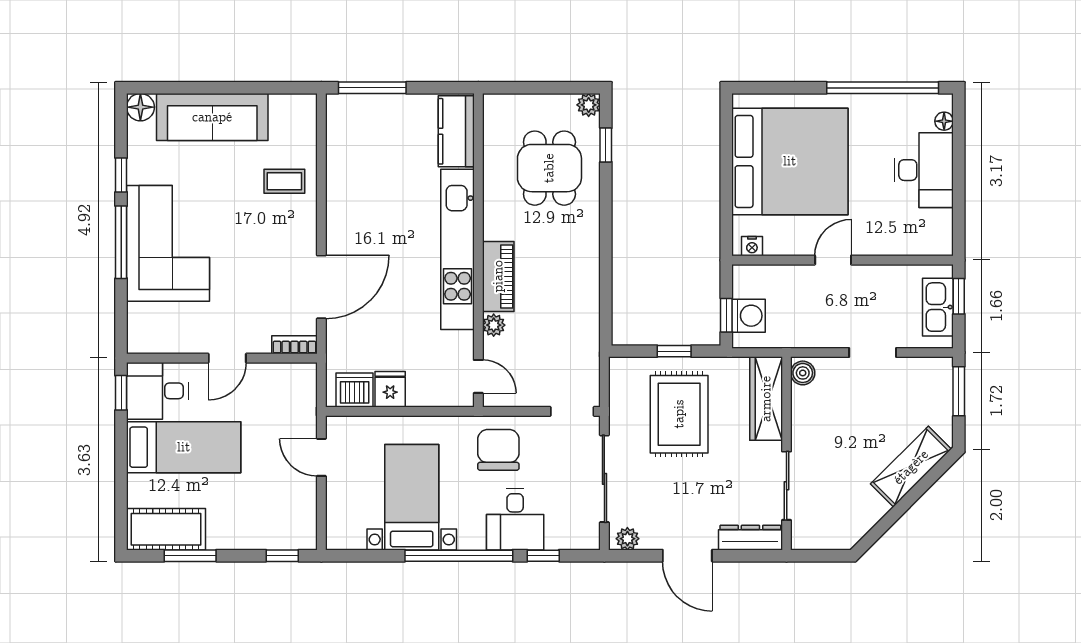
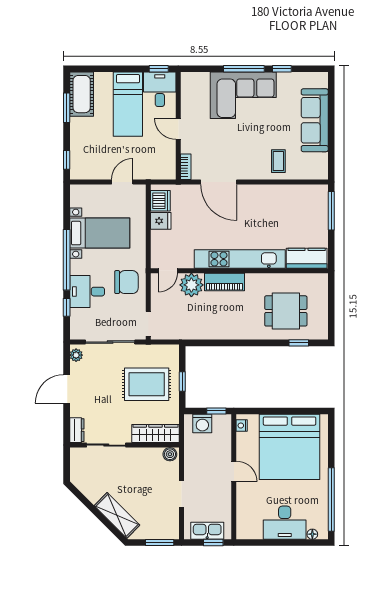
plant: (589, 105) -> (321, 333), removed
floor lamp: (140, 107) -> (320, 80), removed
window: (726, 315) -> (216, 411), moved
plant: (494, 325) -> (191, 285), width x1.87, depth x1.87
dresser: (750, 538) -> (77, 430), width x0.70

